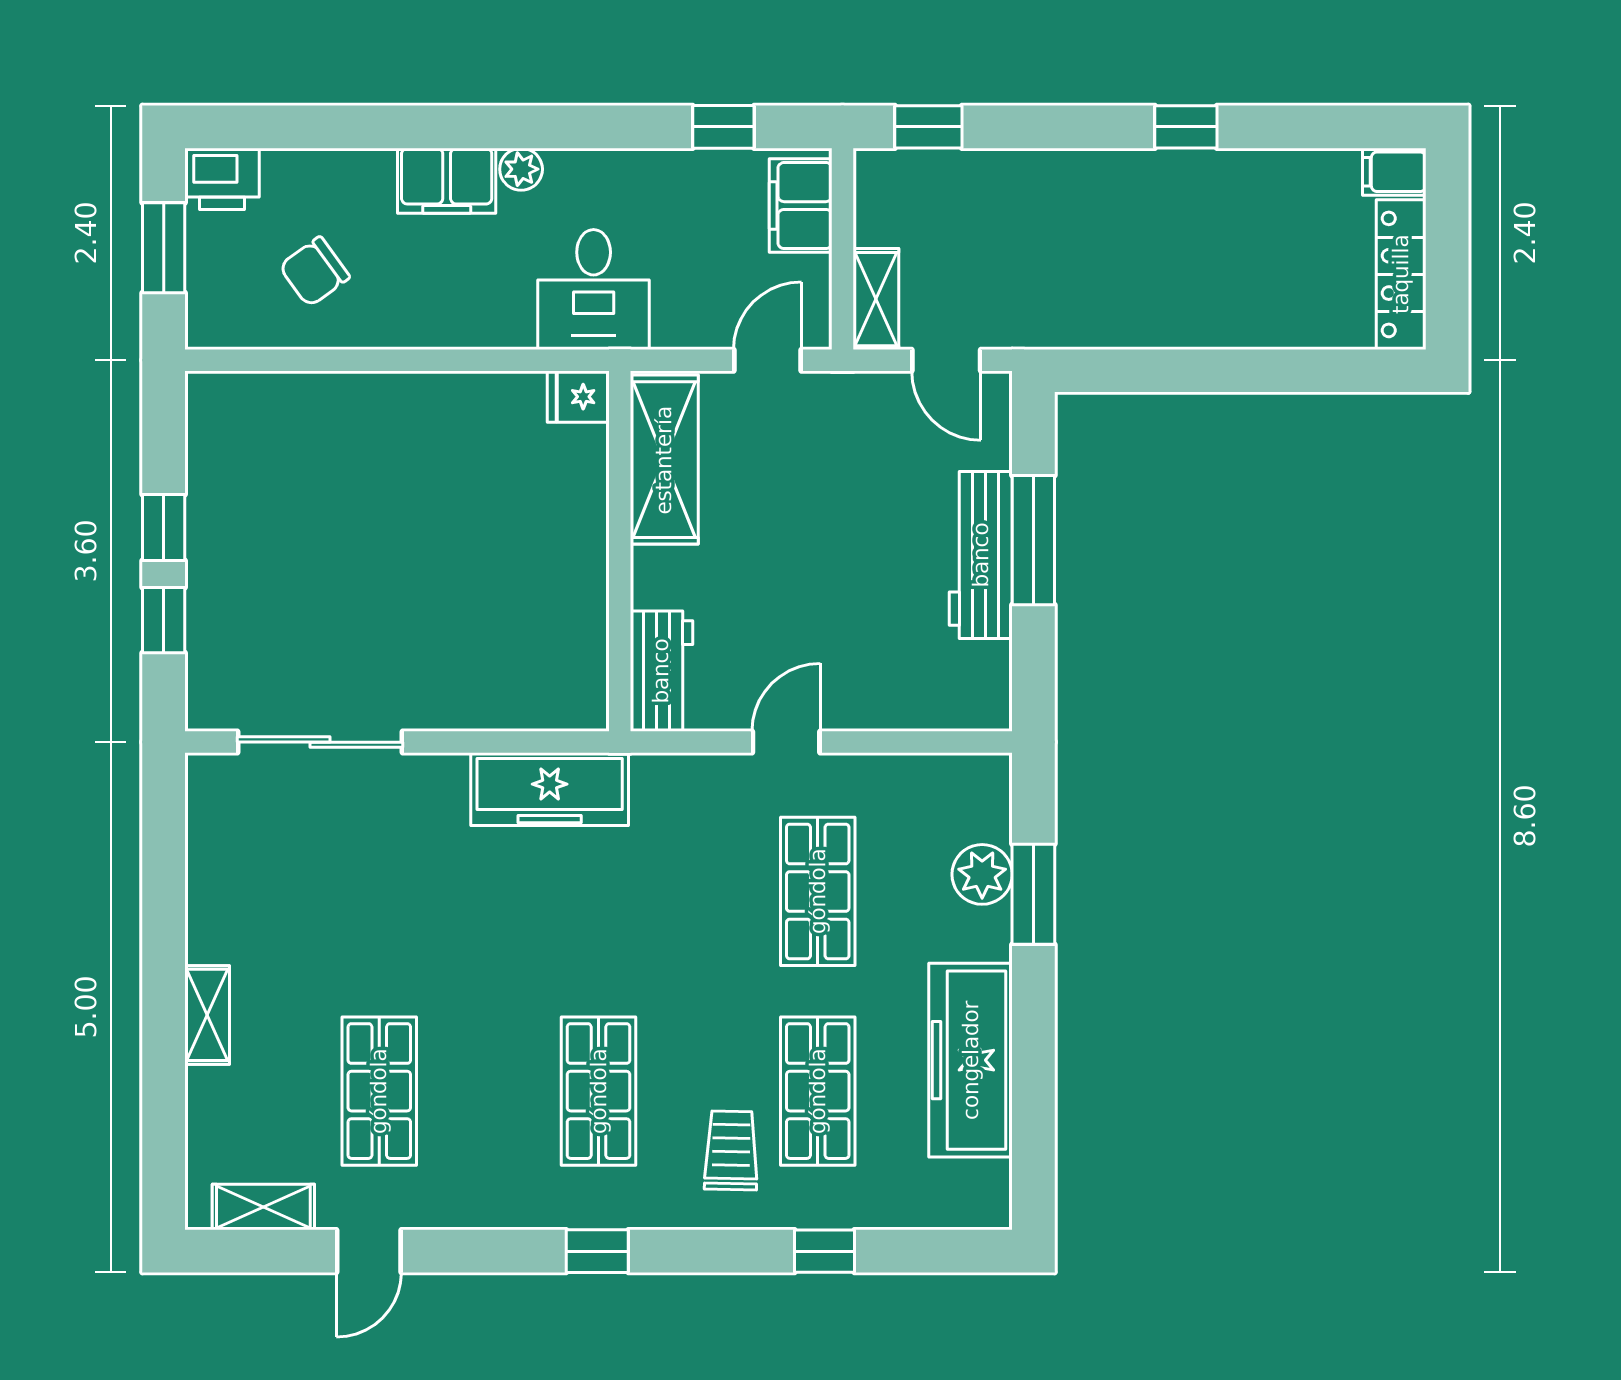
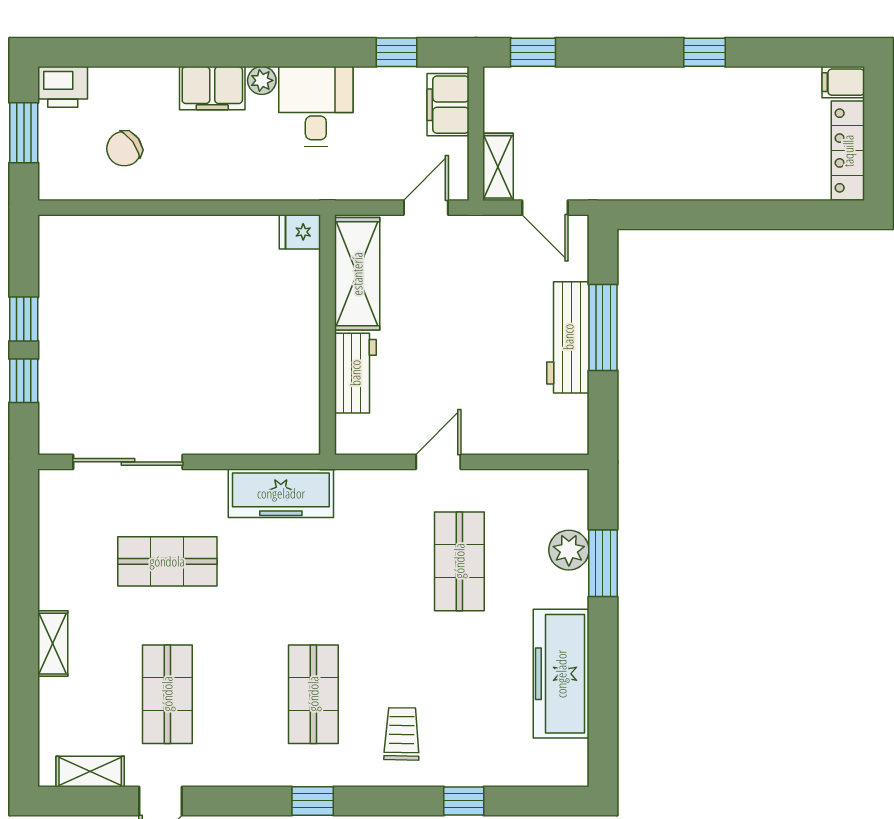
desk: (594, 290) -> (316, 106), moved, turned 180
workbench: (661, 671) -> (355, 373), moved
shop shelf: (818, 1091) -> (167, 561), moved, turned 90

